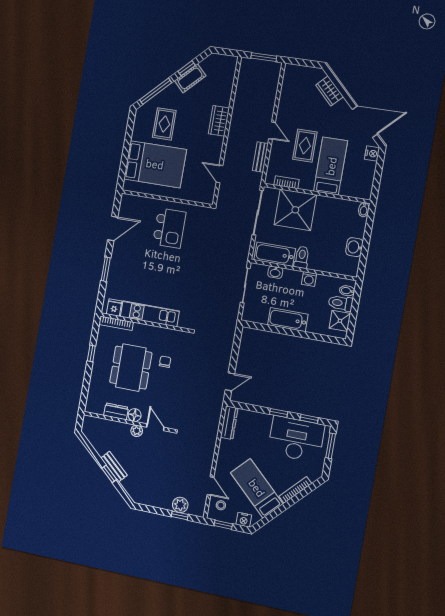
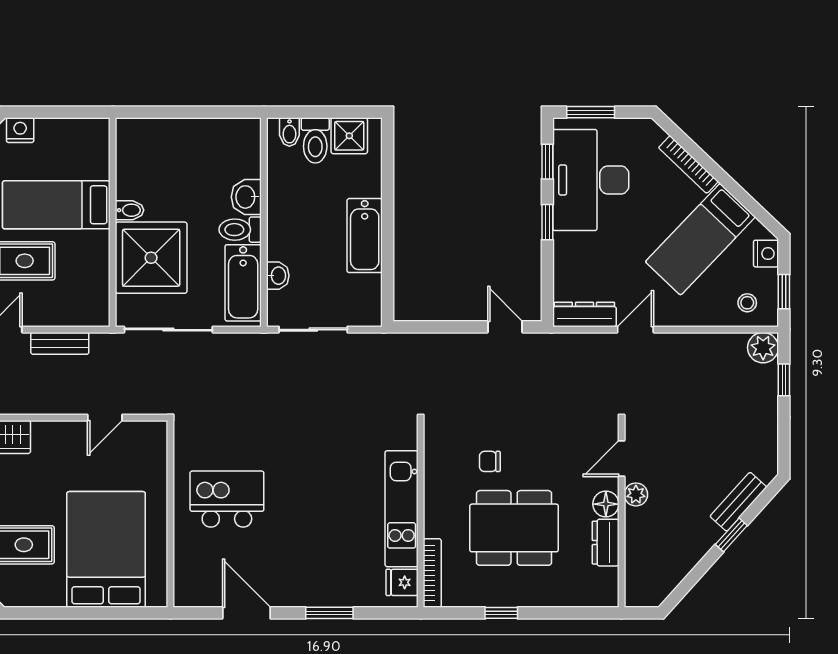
bookcase: (287, 182) -> (100, 284), removed
bidet: (364, 210) -> (129, 210), moved
washbasin: (354, 247) -> (246, 197), moved, turned 90
washing machine: (309, 279) -> (280, 209), removed
bench: (114, 467) -> (738, 502), moved
door: (210, 486) -> (635, 330), moved
plant: (180, 505) -> (763, 348), moved

